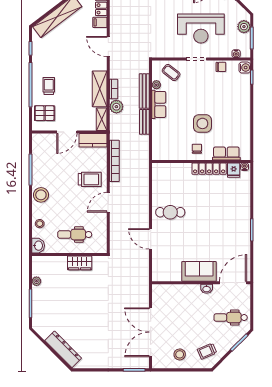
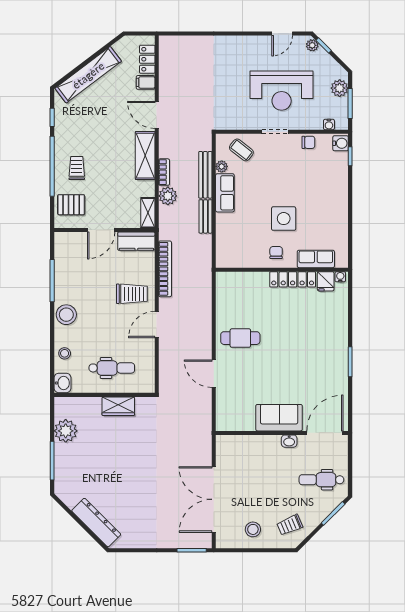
shelving: (100, 89) -> (145, 156), moved
dental chair: (75, 235) -> (112, 368), turned 180
plant: (36, 281) -> (66, 431), width x1.87, depth x1.87

